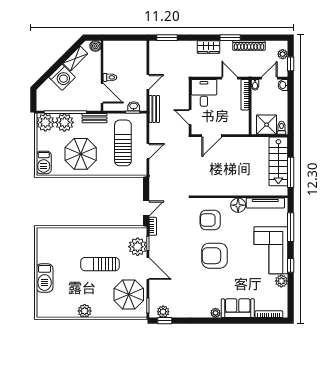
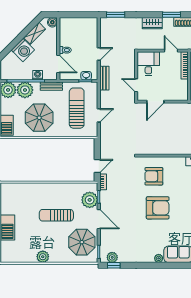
washing machine: (79, 106) -> (38, 75), added
floor lamp: (238, 205) -> (179, 163), removed
armchair: (214, 256) -> (158, 208), turned 180

